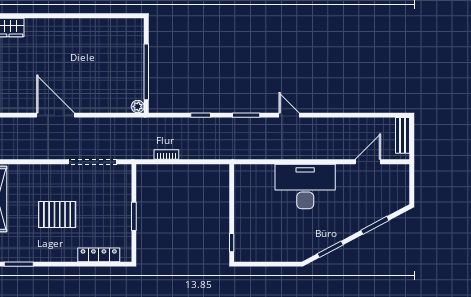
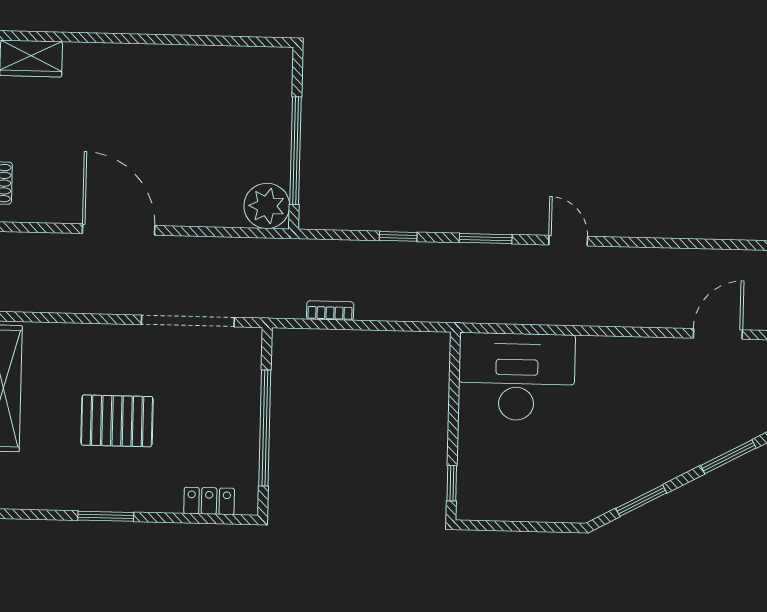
plant: (138, 107) -> (267, 206), width x1.88, depth x1.88
desk: (305, 187) -> (517, 377), moved
window: (134, 216) -> (265, 428), width x2.11
locker: (99, 255) -> (209, 501), width x0.66
window: (19, 264) -> (106, 516), moved

